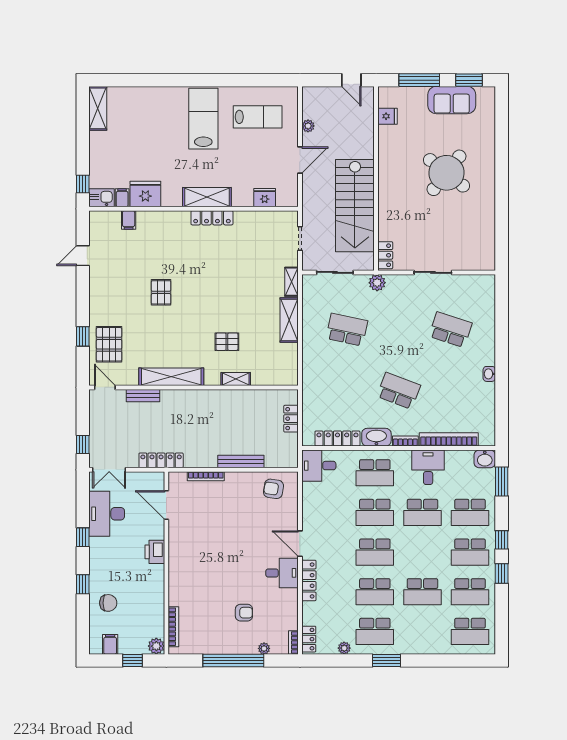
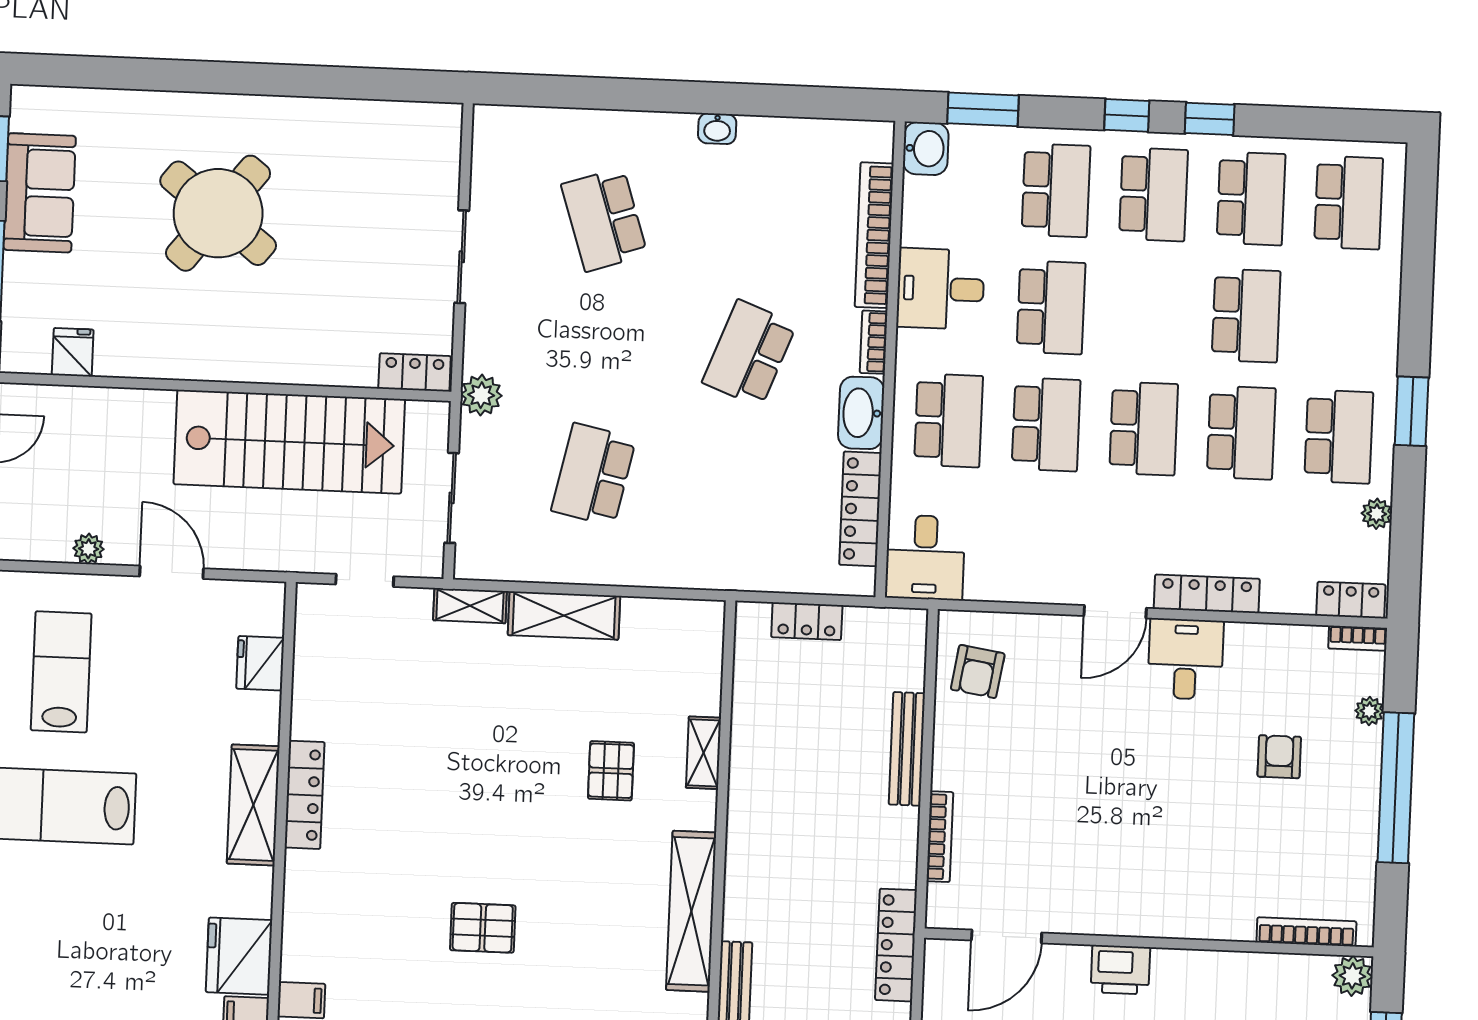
school desk: (450, 330) -> (604, 220), turned -36

